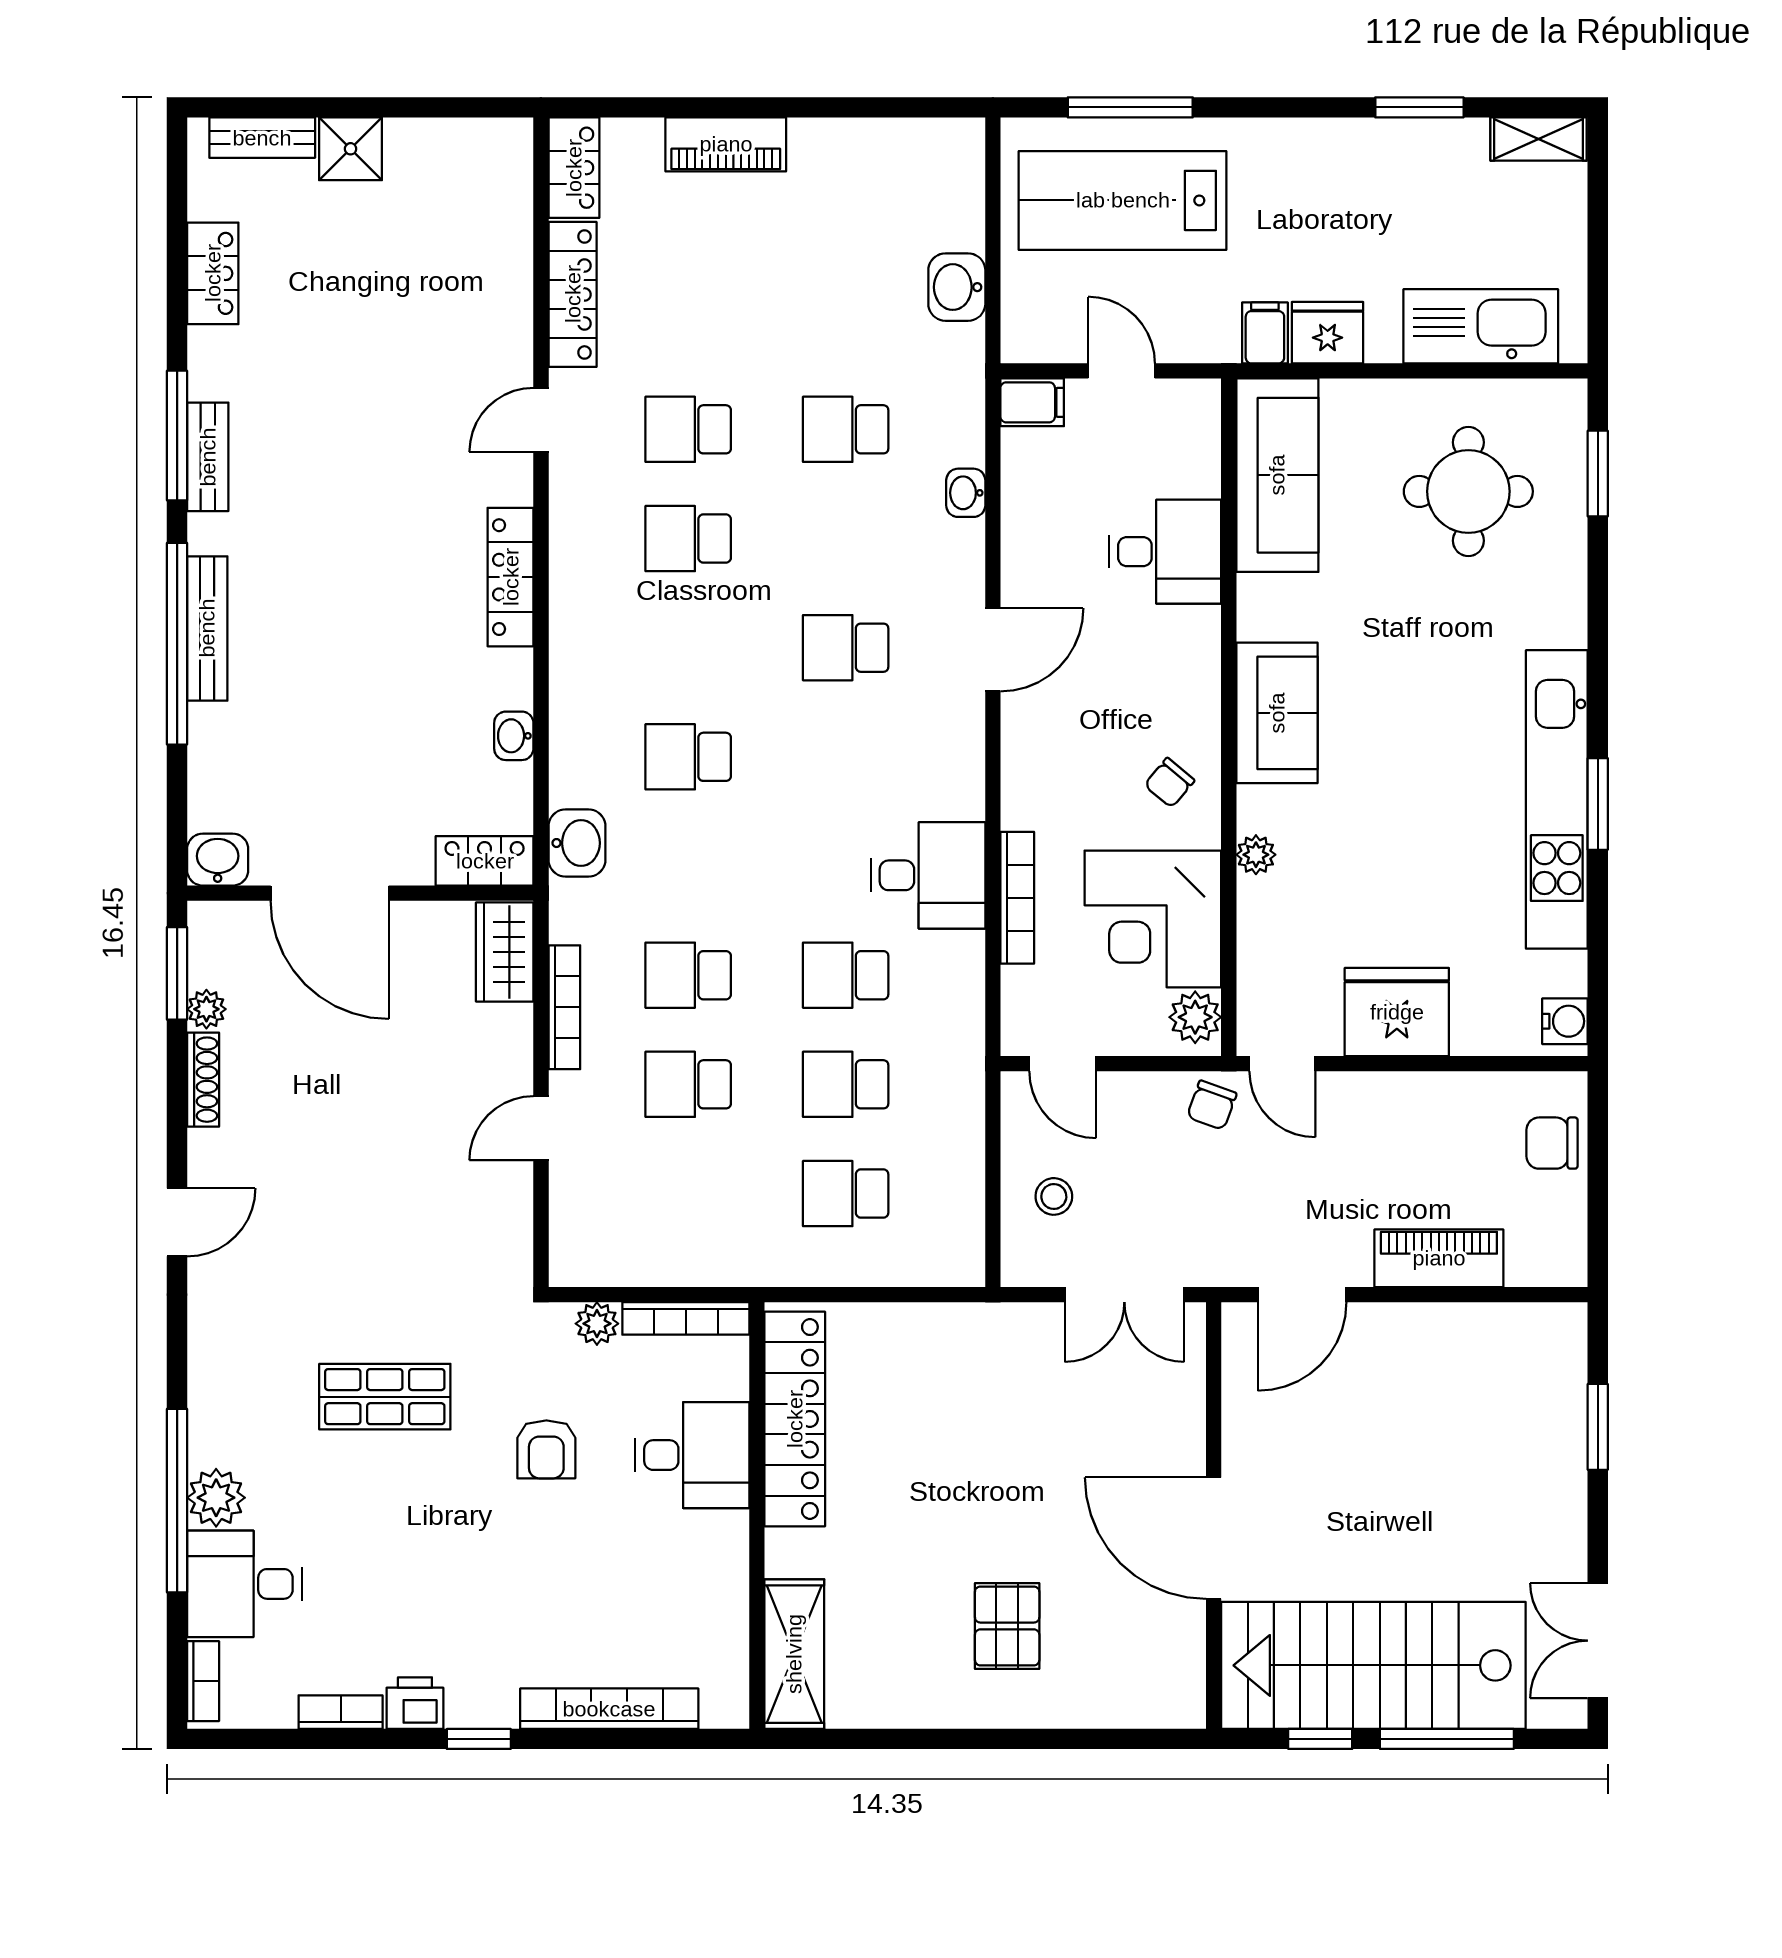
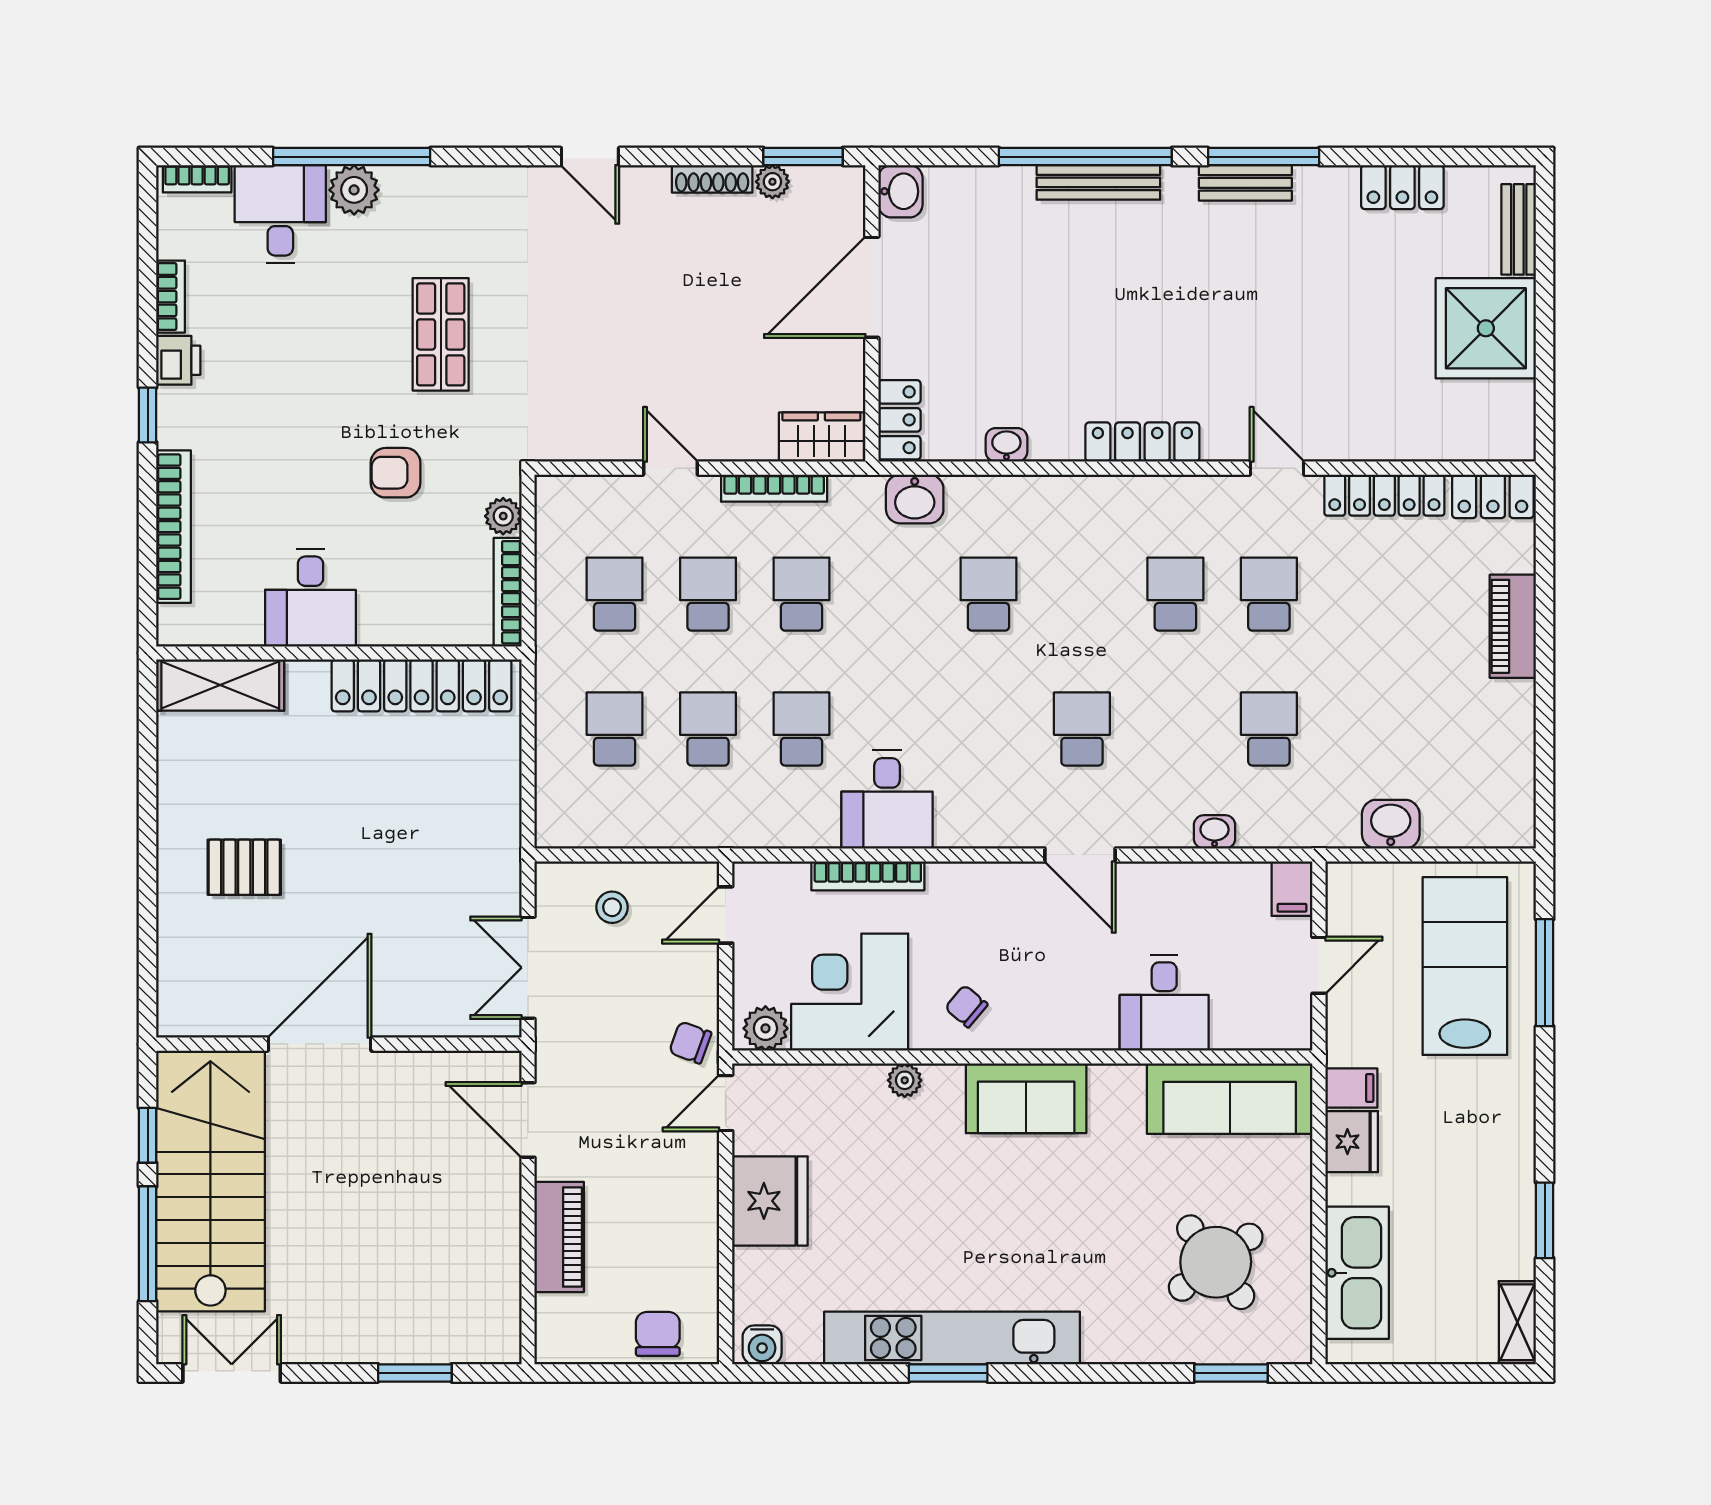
shower: (351, 149) -> (1486, 328), width x1.86, depth x1.86
round table: (1468, 491) -> (1216, 1262), turned -37
school desk: (688, 1194) -> (615, 594), added
desk: (692, 1455) -> (310, 598), moved

